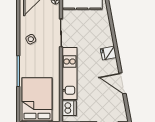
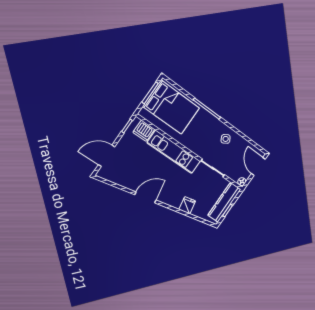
fridge: (108, 53) -> (187, 205), moved
door: (122, 83) -> (145, 198), moved

